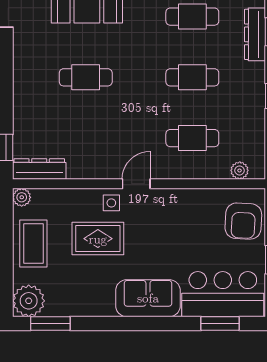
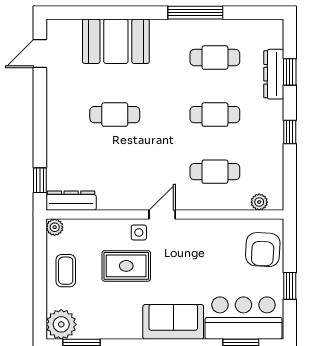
coffee table: (33, 244) -> (66, 271), width x0.73, depth x0.77

